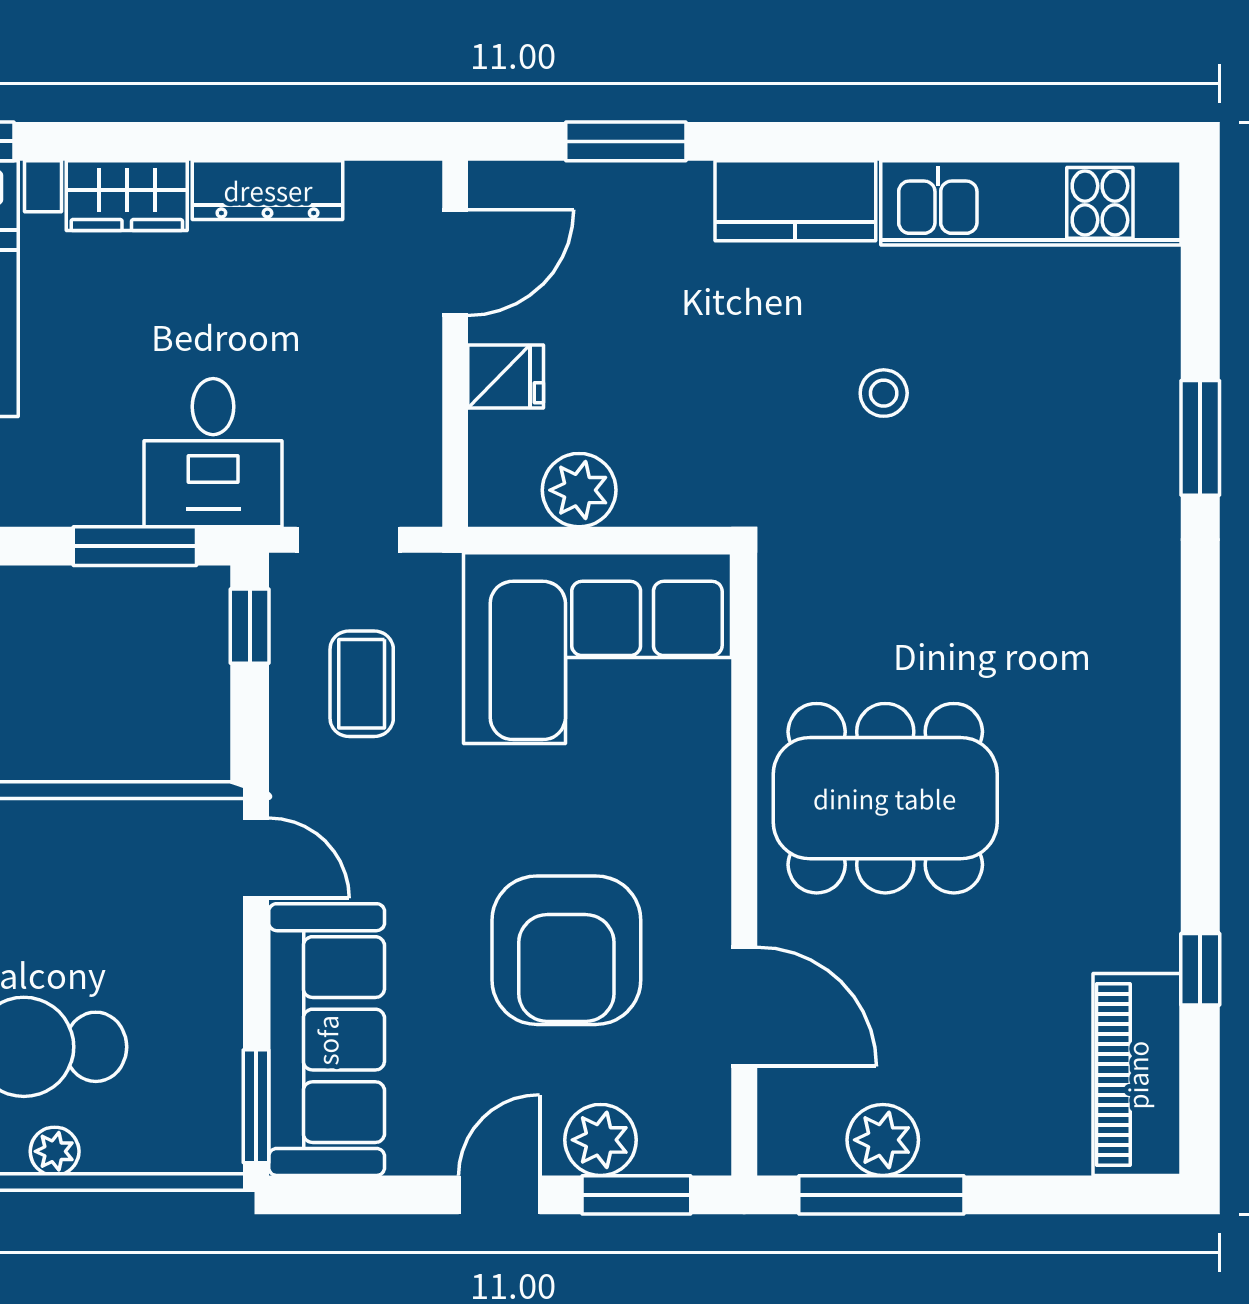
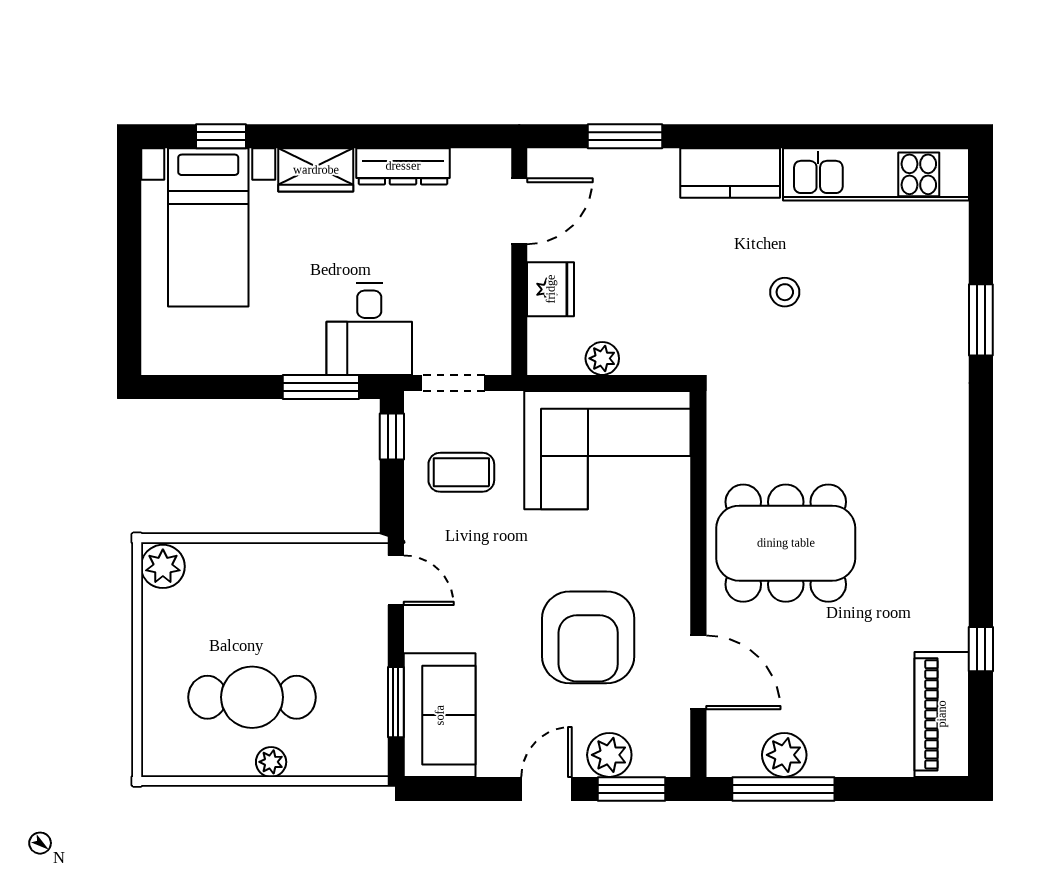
fridge: (506, 376) -> (551, 289), width x1.38
plant: (579, 490) -> (602, 358), width x0.73, depth x0.73
coffee table: (362, 684) -> (461, 472), turned 90
sofa: (327, 1040) -> (440, 715), width x0.73
window: (256, 1106) -> (396, 702), moved

